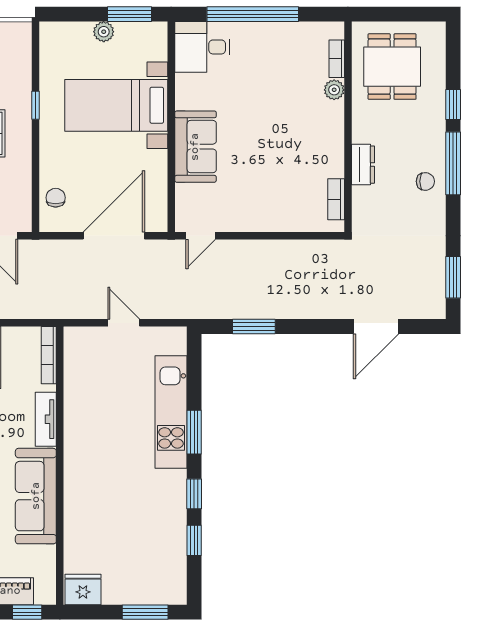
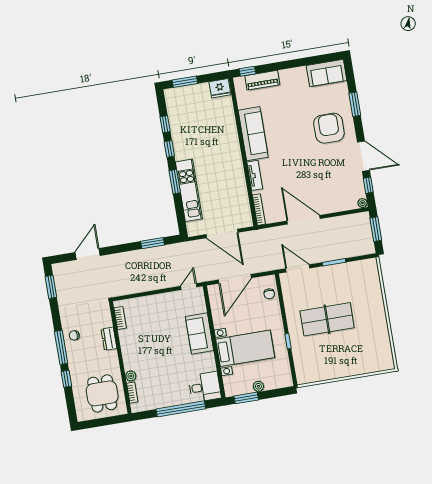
door: (124, 323) -> (222, 233), width x1.88

